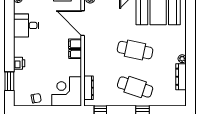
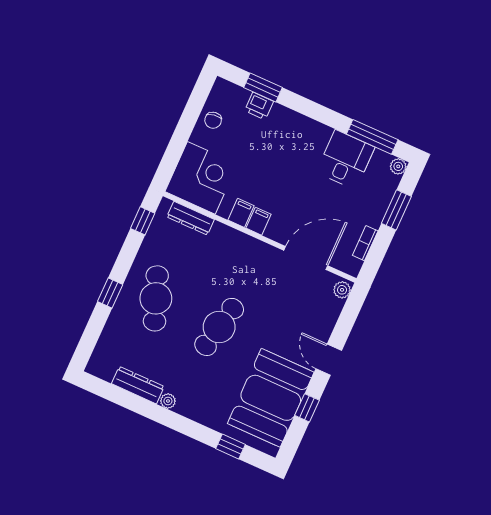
window: (9, 17) -> (372, 137), added
window: (191, 18) -> (231, 446), added
filing cabinet: (75, 44) -> (241, 213), moved
printer: (19, 63) -> (259, 106), moved
cafe table: (135, 87) -> (156, 298), turned -39

